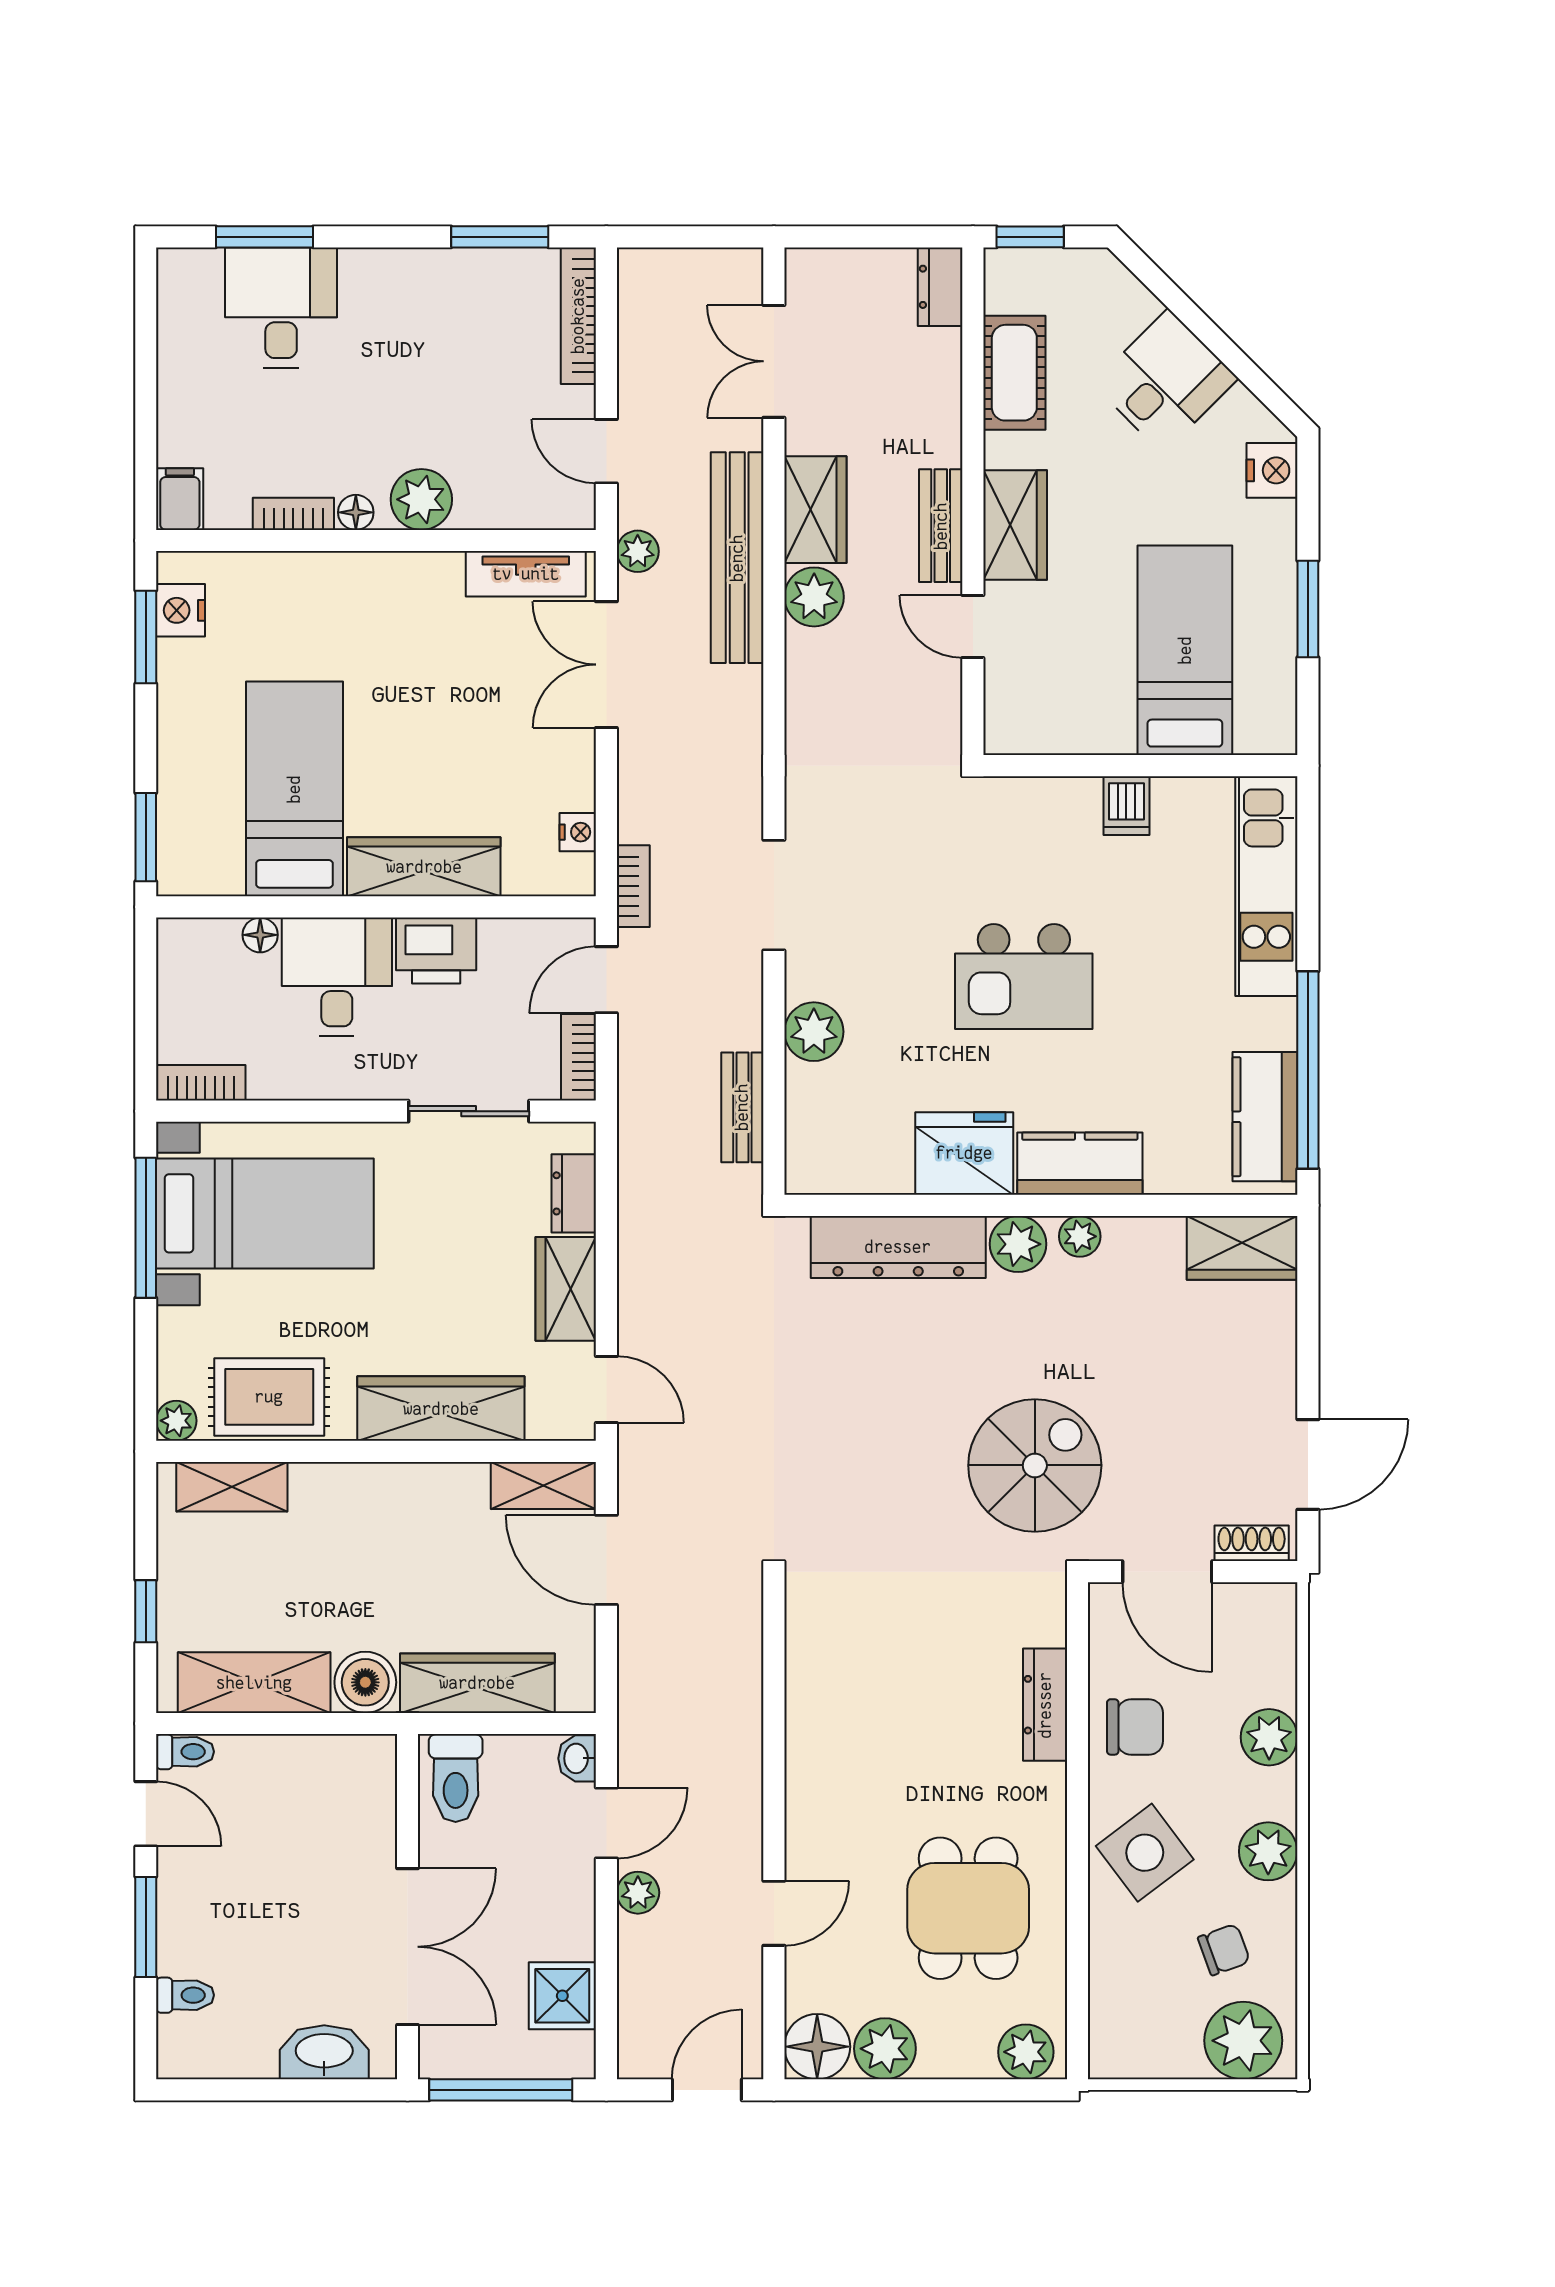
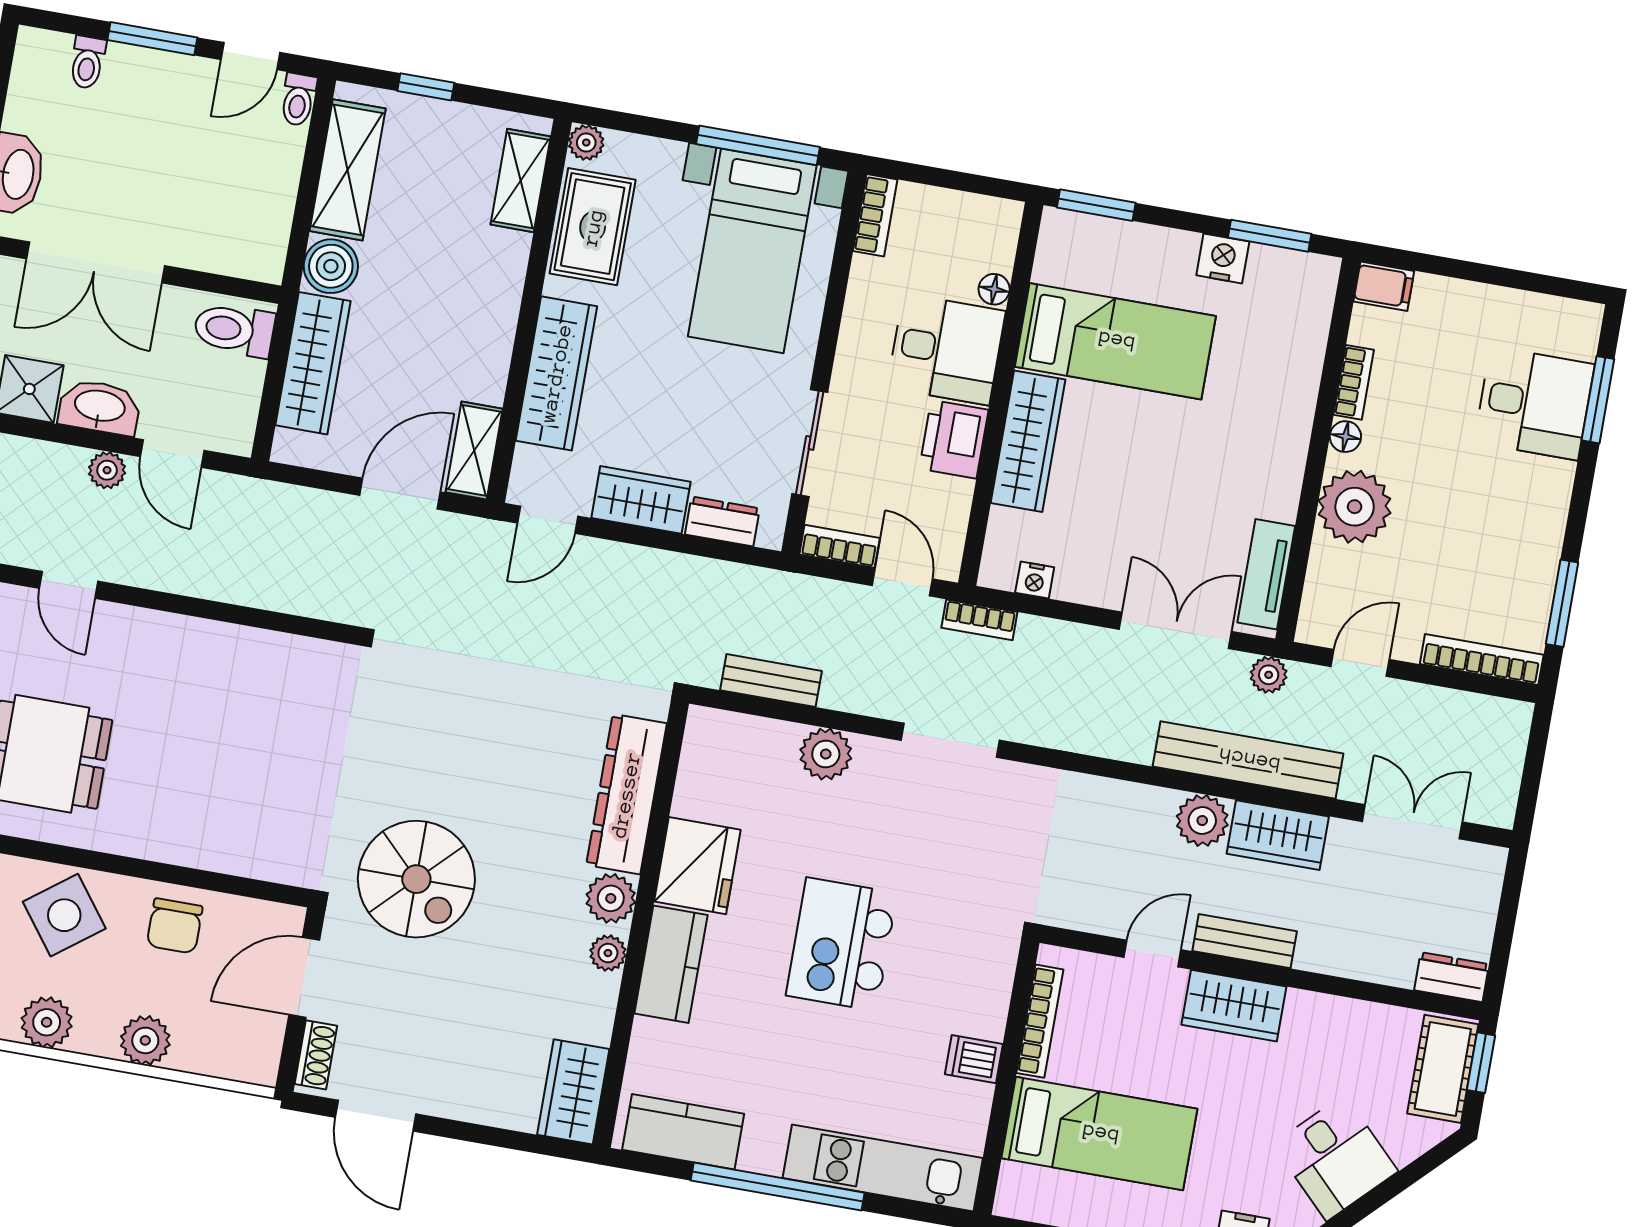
cot: (1014, 373) -> (1443, 1069), moved, turned 90
plant: (421, 499) -> (1355, 507), width x1.36, depth x1.36
nightstand: (181, 610) -> (1223, 258), moved
bookcase: (1071, 739) -> (1040, 1021), added
window: (1308, 1070) -> (778, 1187), moved
dresser: (1045, 1705) -> (208, 851), removed
washbasin: (577, 1758) -> (100, 407), moved, width x1.91, depth x1.45

